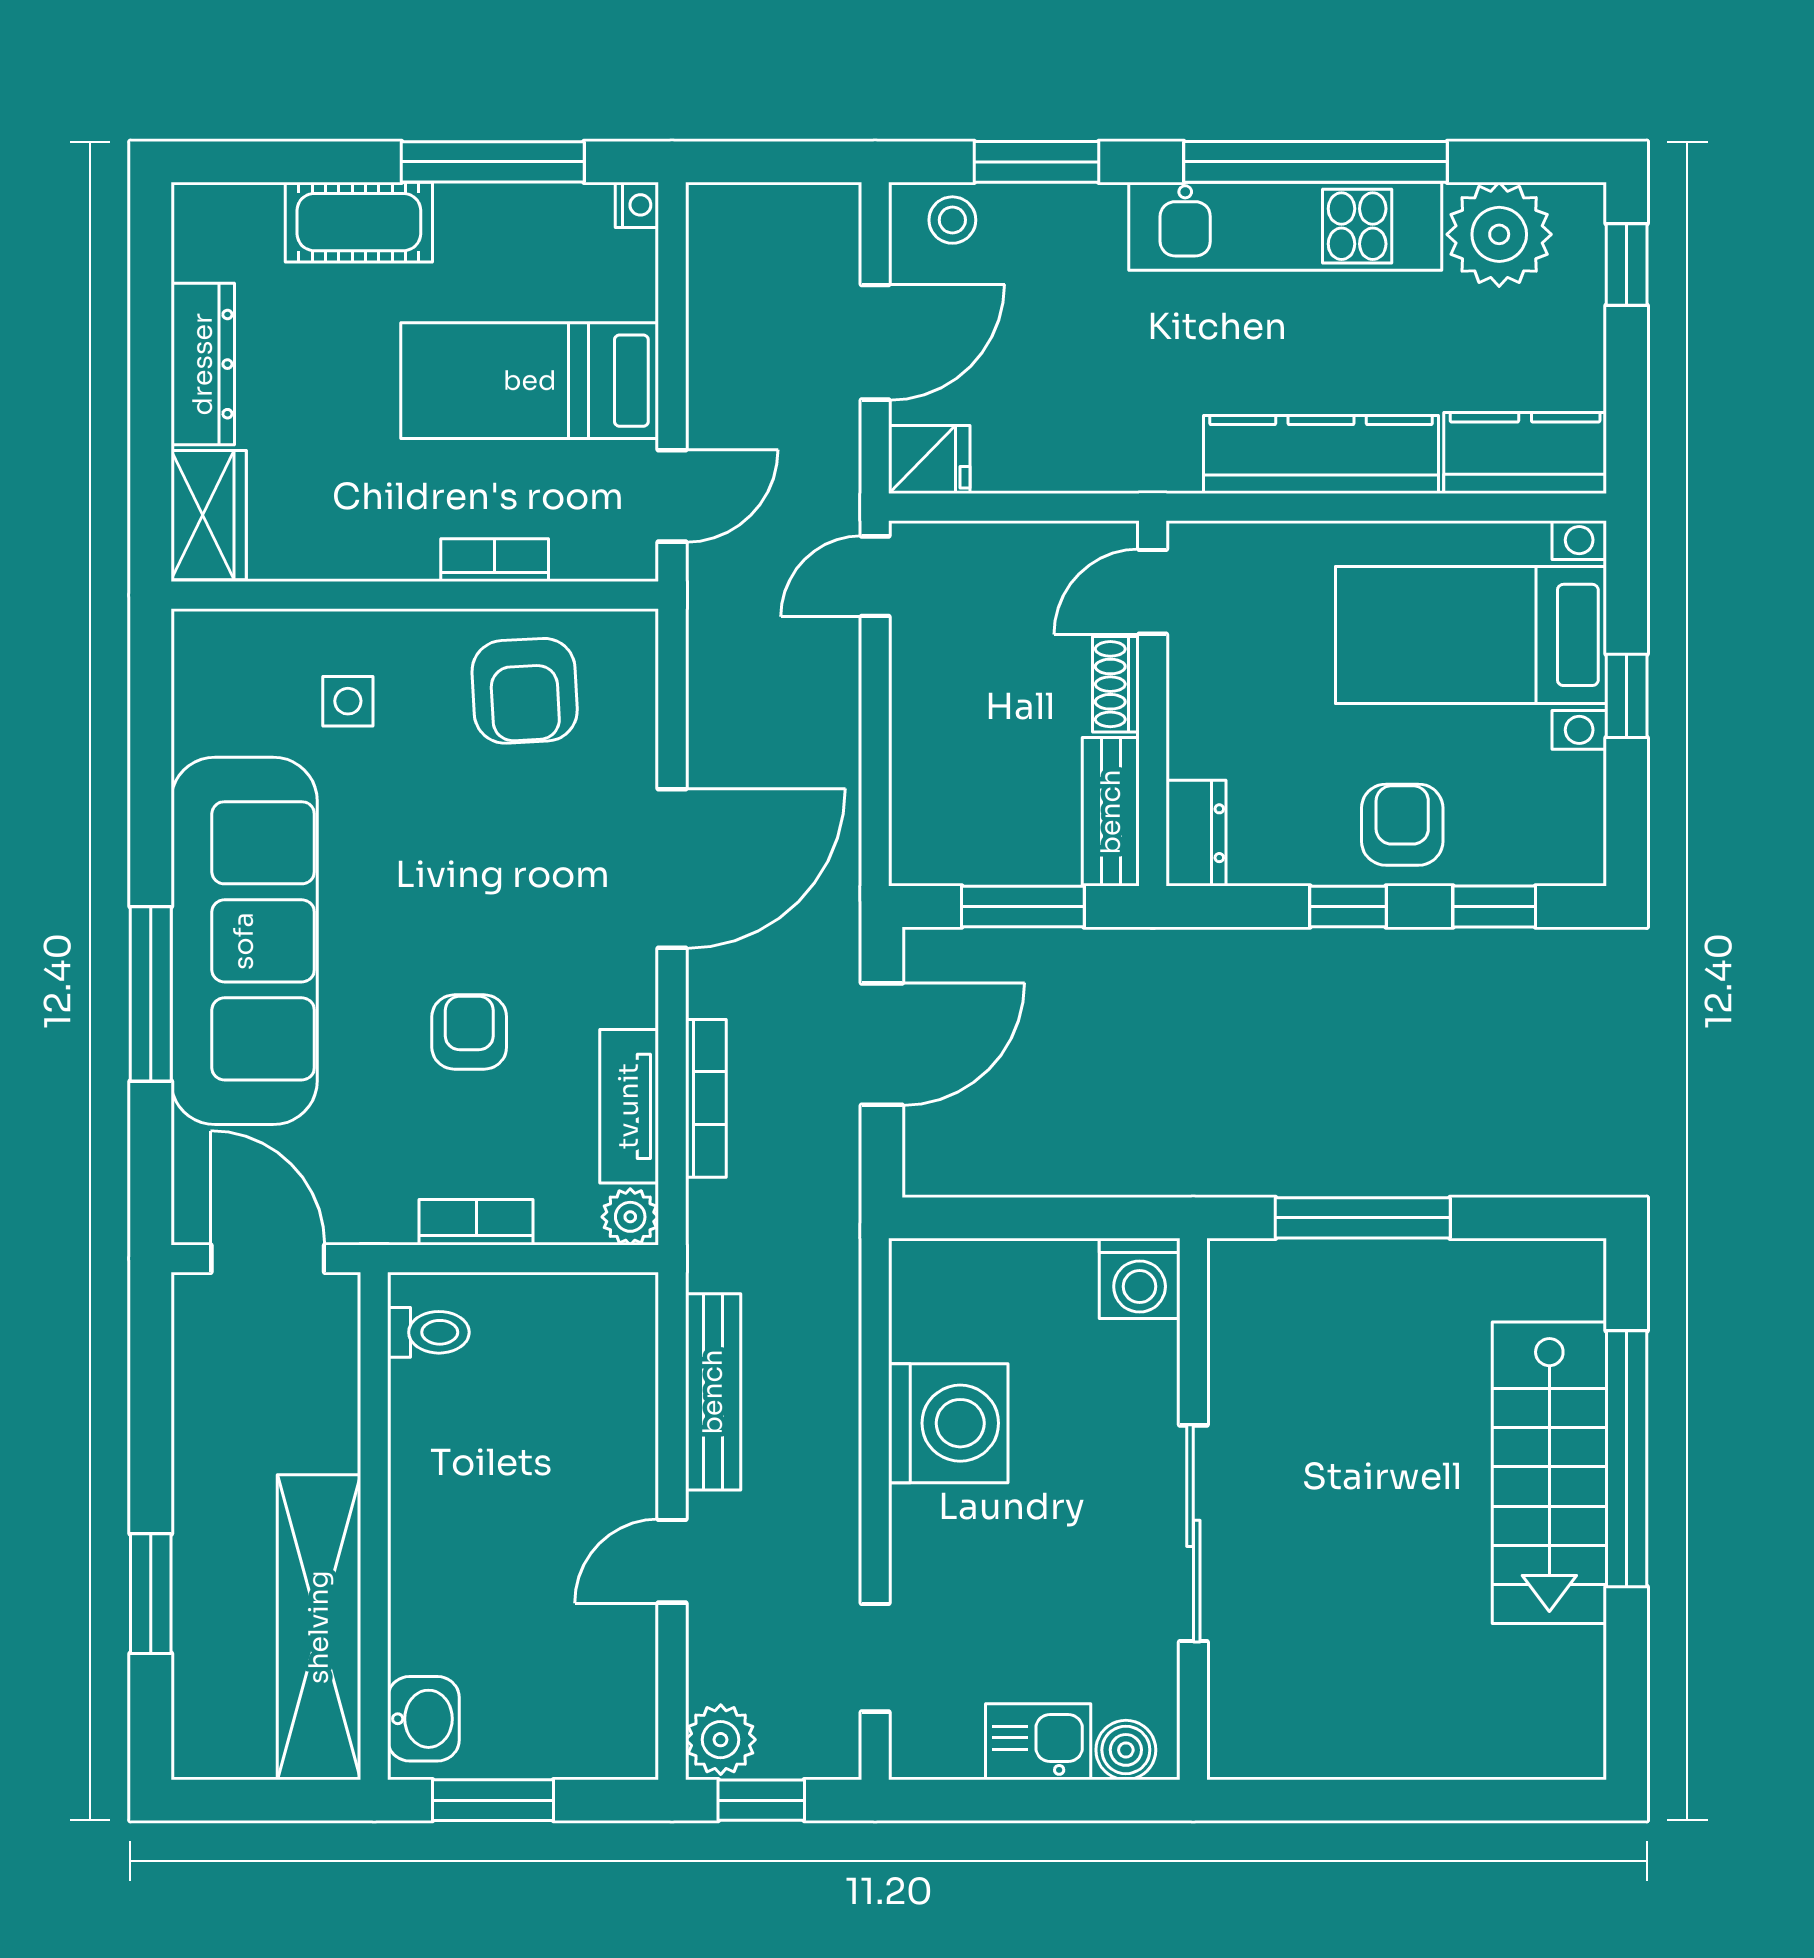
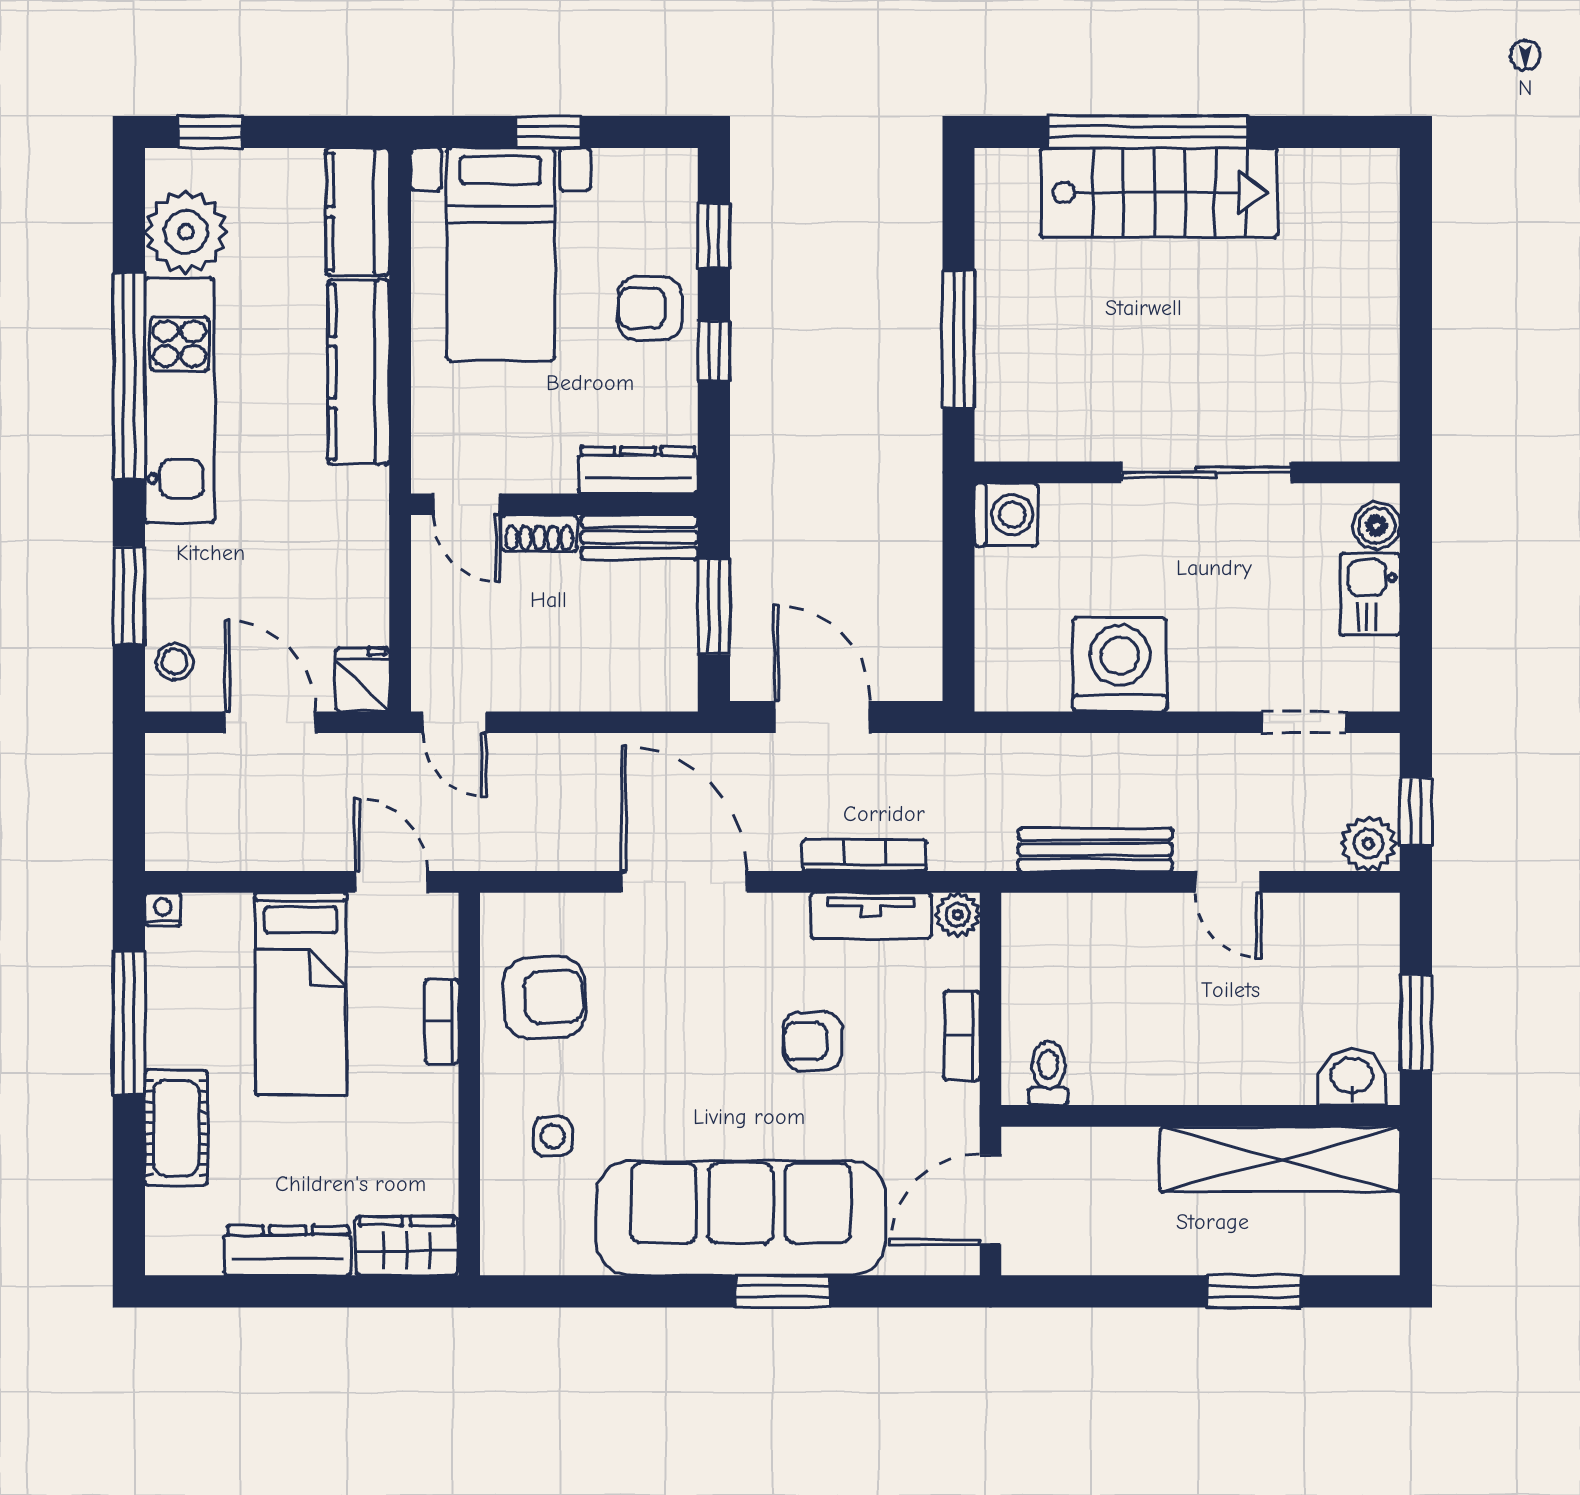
dresser: (1196, 833) -> (638, 470), width x1.44
window: (151, 994) -> (783, 1291), width x0.69

